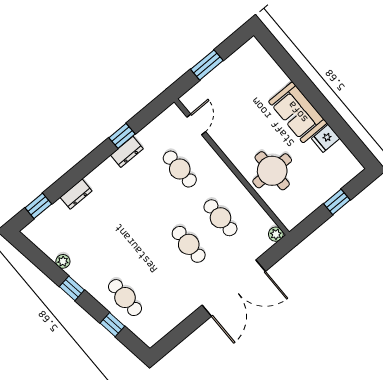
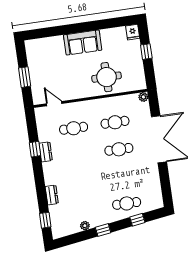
fridge: (326, 138) -> (133, 32), moved

